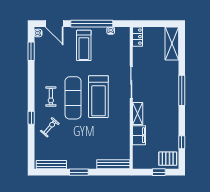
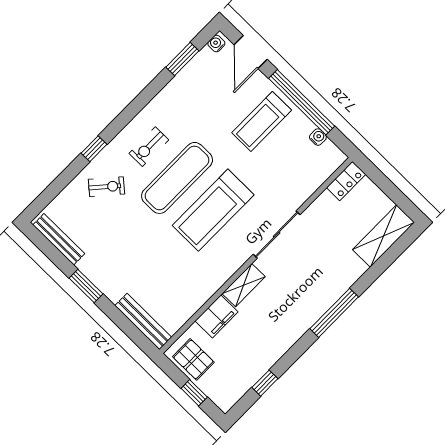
pallet: (168, 159) -> (193, 359), moved

